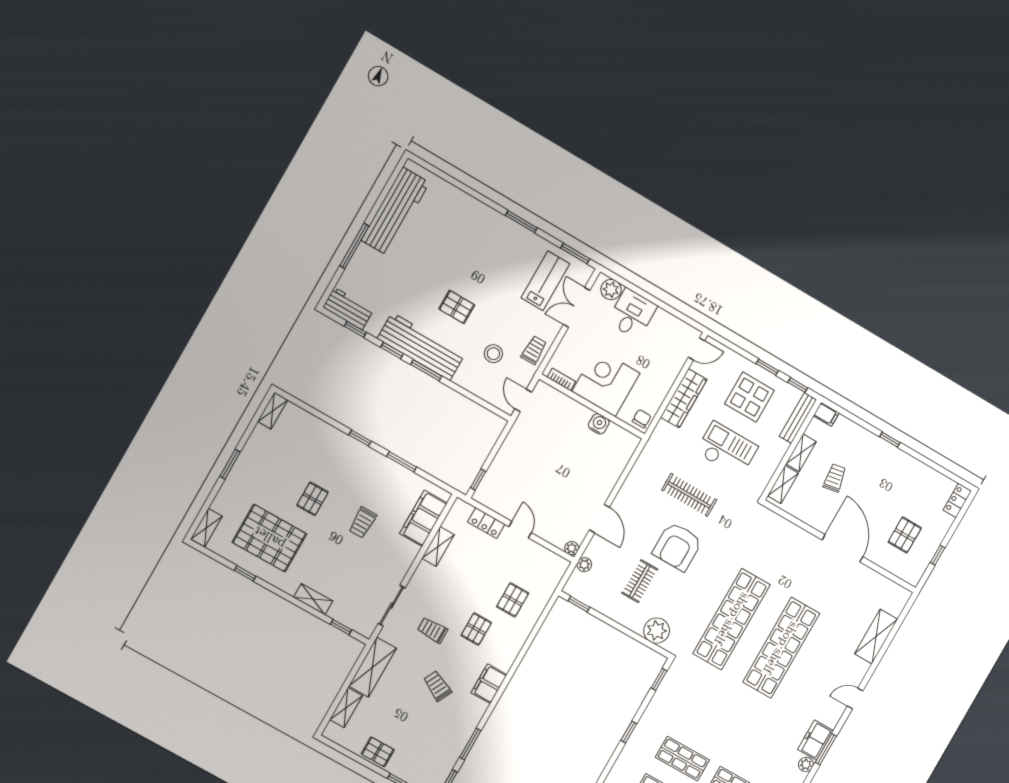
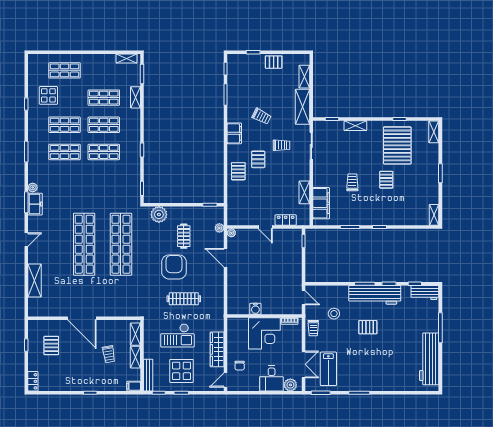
chair: (642, 419) -> (240, 366), moved
pallet: (269, 538) -> (397, 145), turned 90
pallet: (513, 600) -> (238, 171), moved

